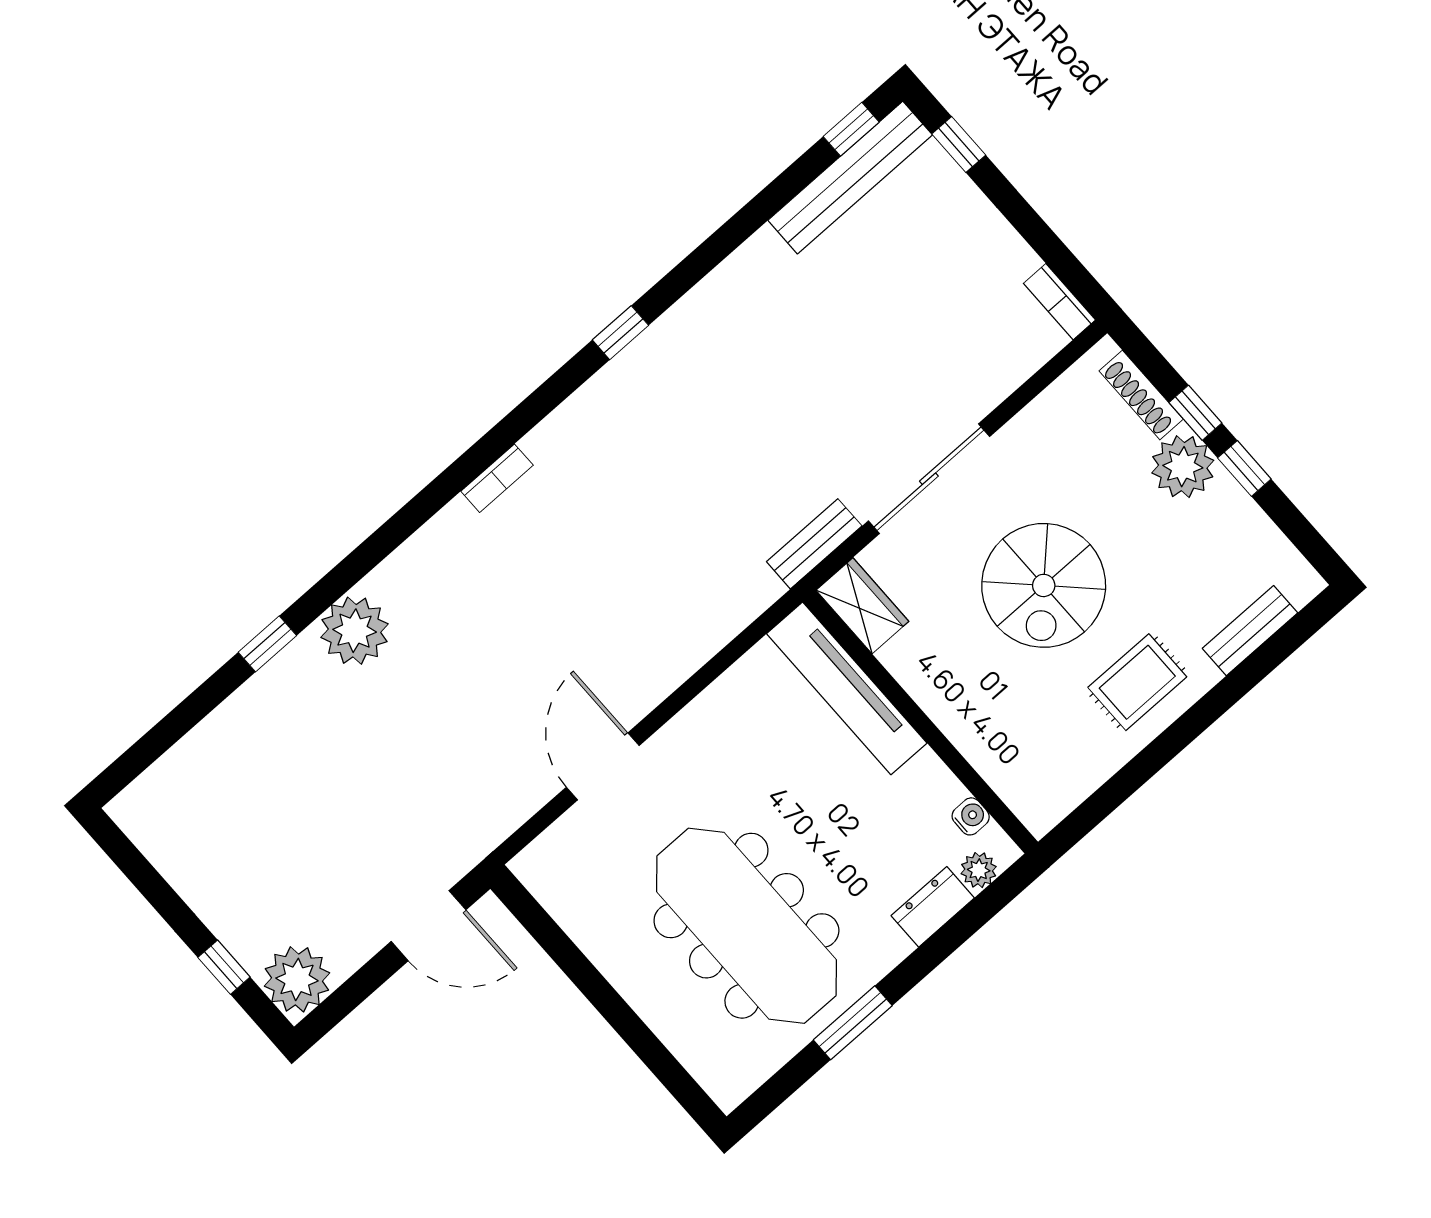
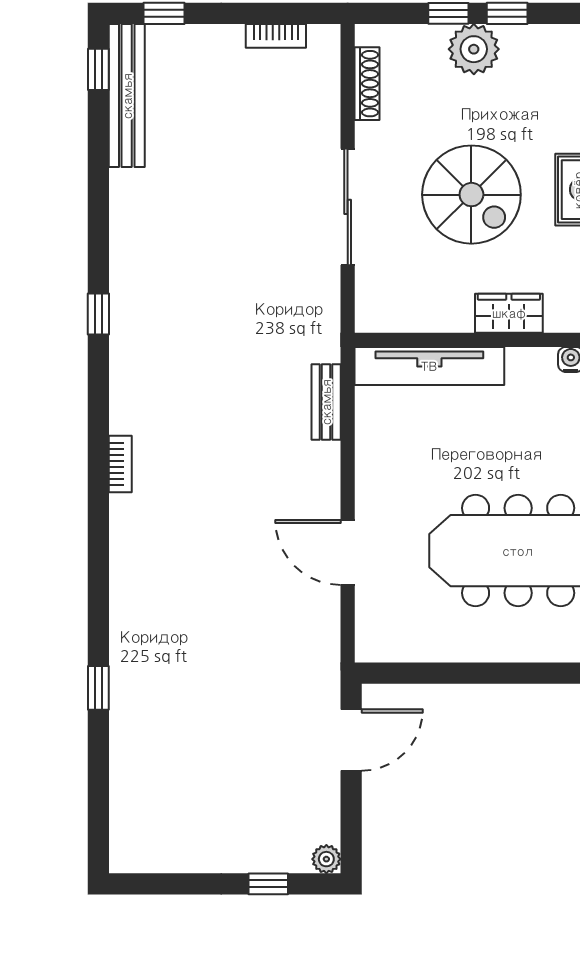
bookcase: (1060, 302) -> (276, 36), moved
shoe rack: (1141, 395) -> (367, 84), moved, turned -90
bench: (814, 544) -> (326, 402), moved
wardrobe: (862, 606) -> (509, 313), moved
plant: (355, 631) -> (136, 629), removed
plant: (297, 979) -> (326, 859), width x0.53, depth x0.53

